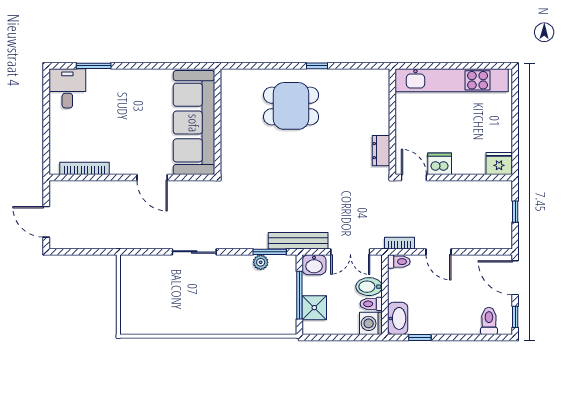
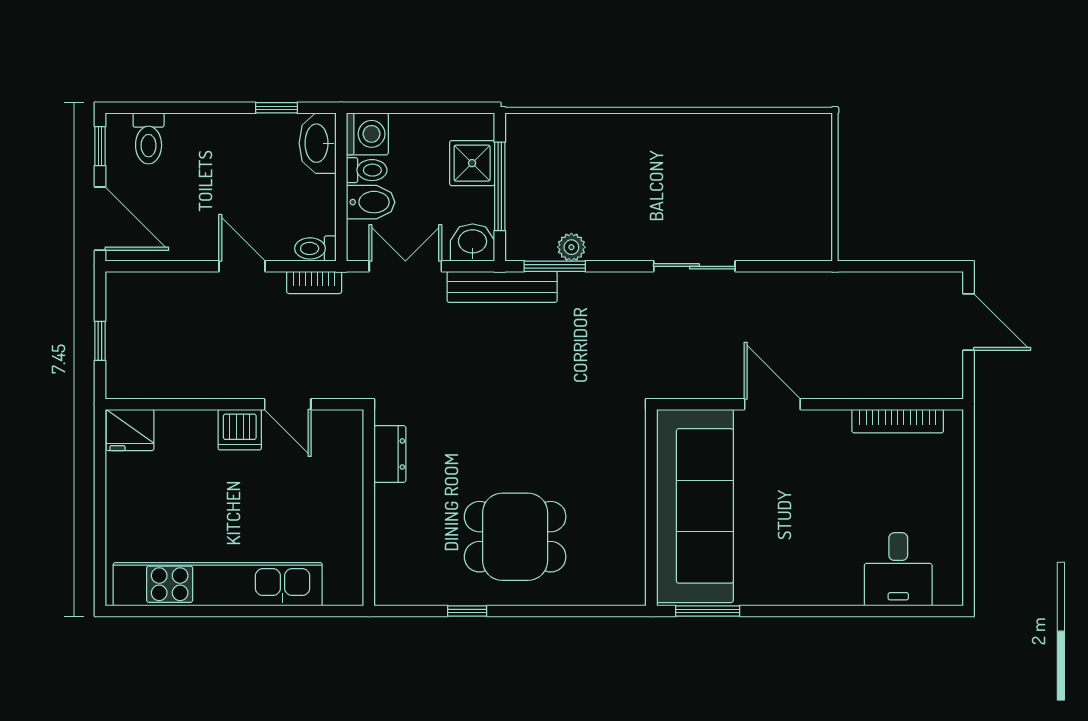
window: (94, 66) -> (708, 611), moved
desk: (67, 88) -> (898, 569), moved
wall: (392, 122) -> (369, 508), moved
dresser: (381, 151) -> (390, 454), moved

